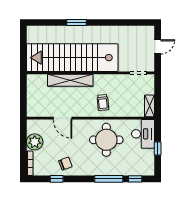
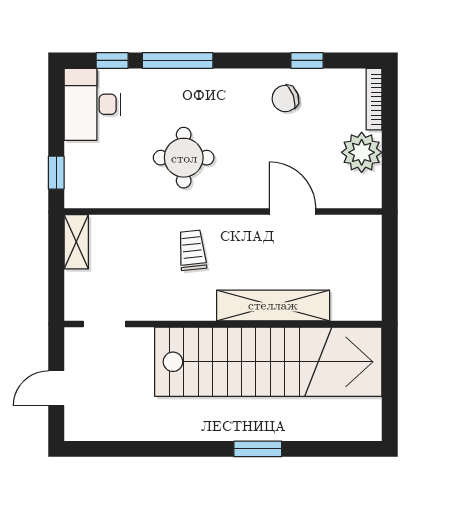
desk: (143, 134) -> (92, 104), moved
round table: (106, 140) -> (184, 158), width x0.73, depth x0.73
window: (158, 148) -> (56, 173), moved

